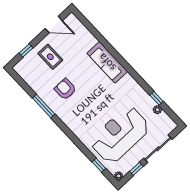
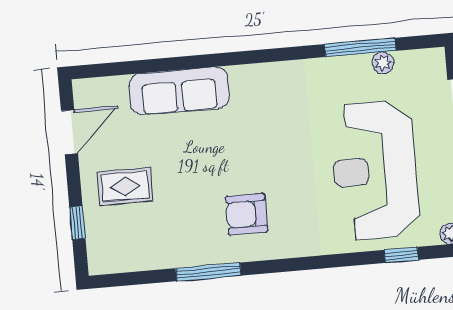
sofa: (107, 62) -> (179, 91), moved
armchair: (65, 89) -> (247, 214), moved
window: (157, 98) -> (360, 47), width x2.17

